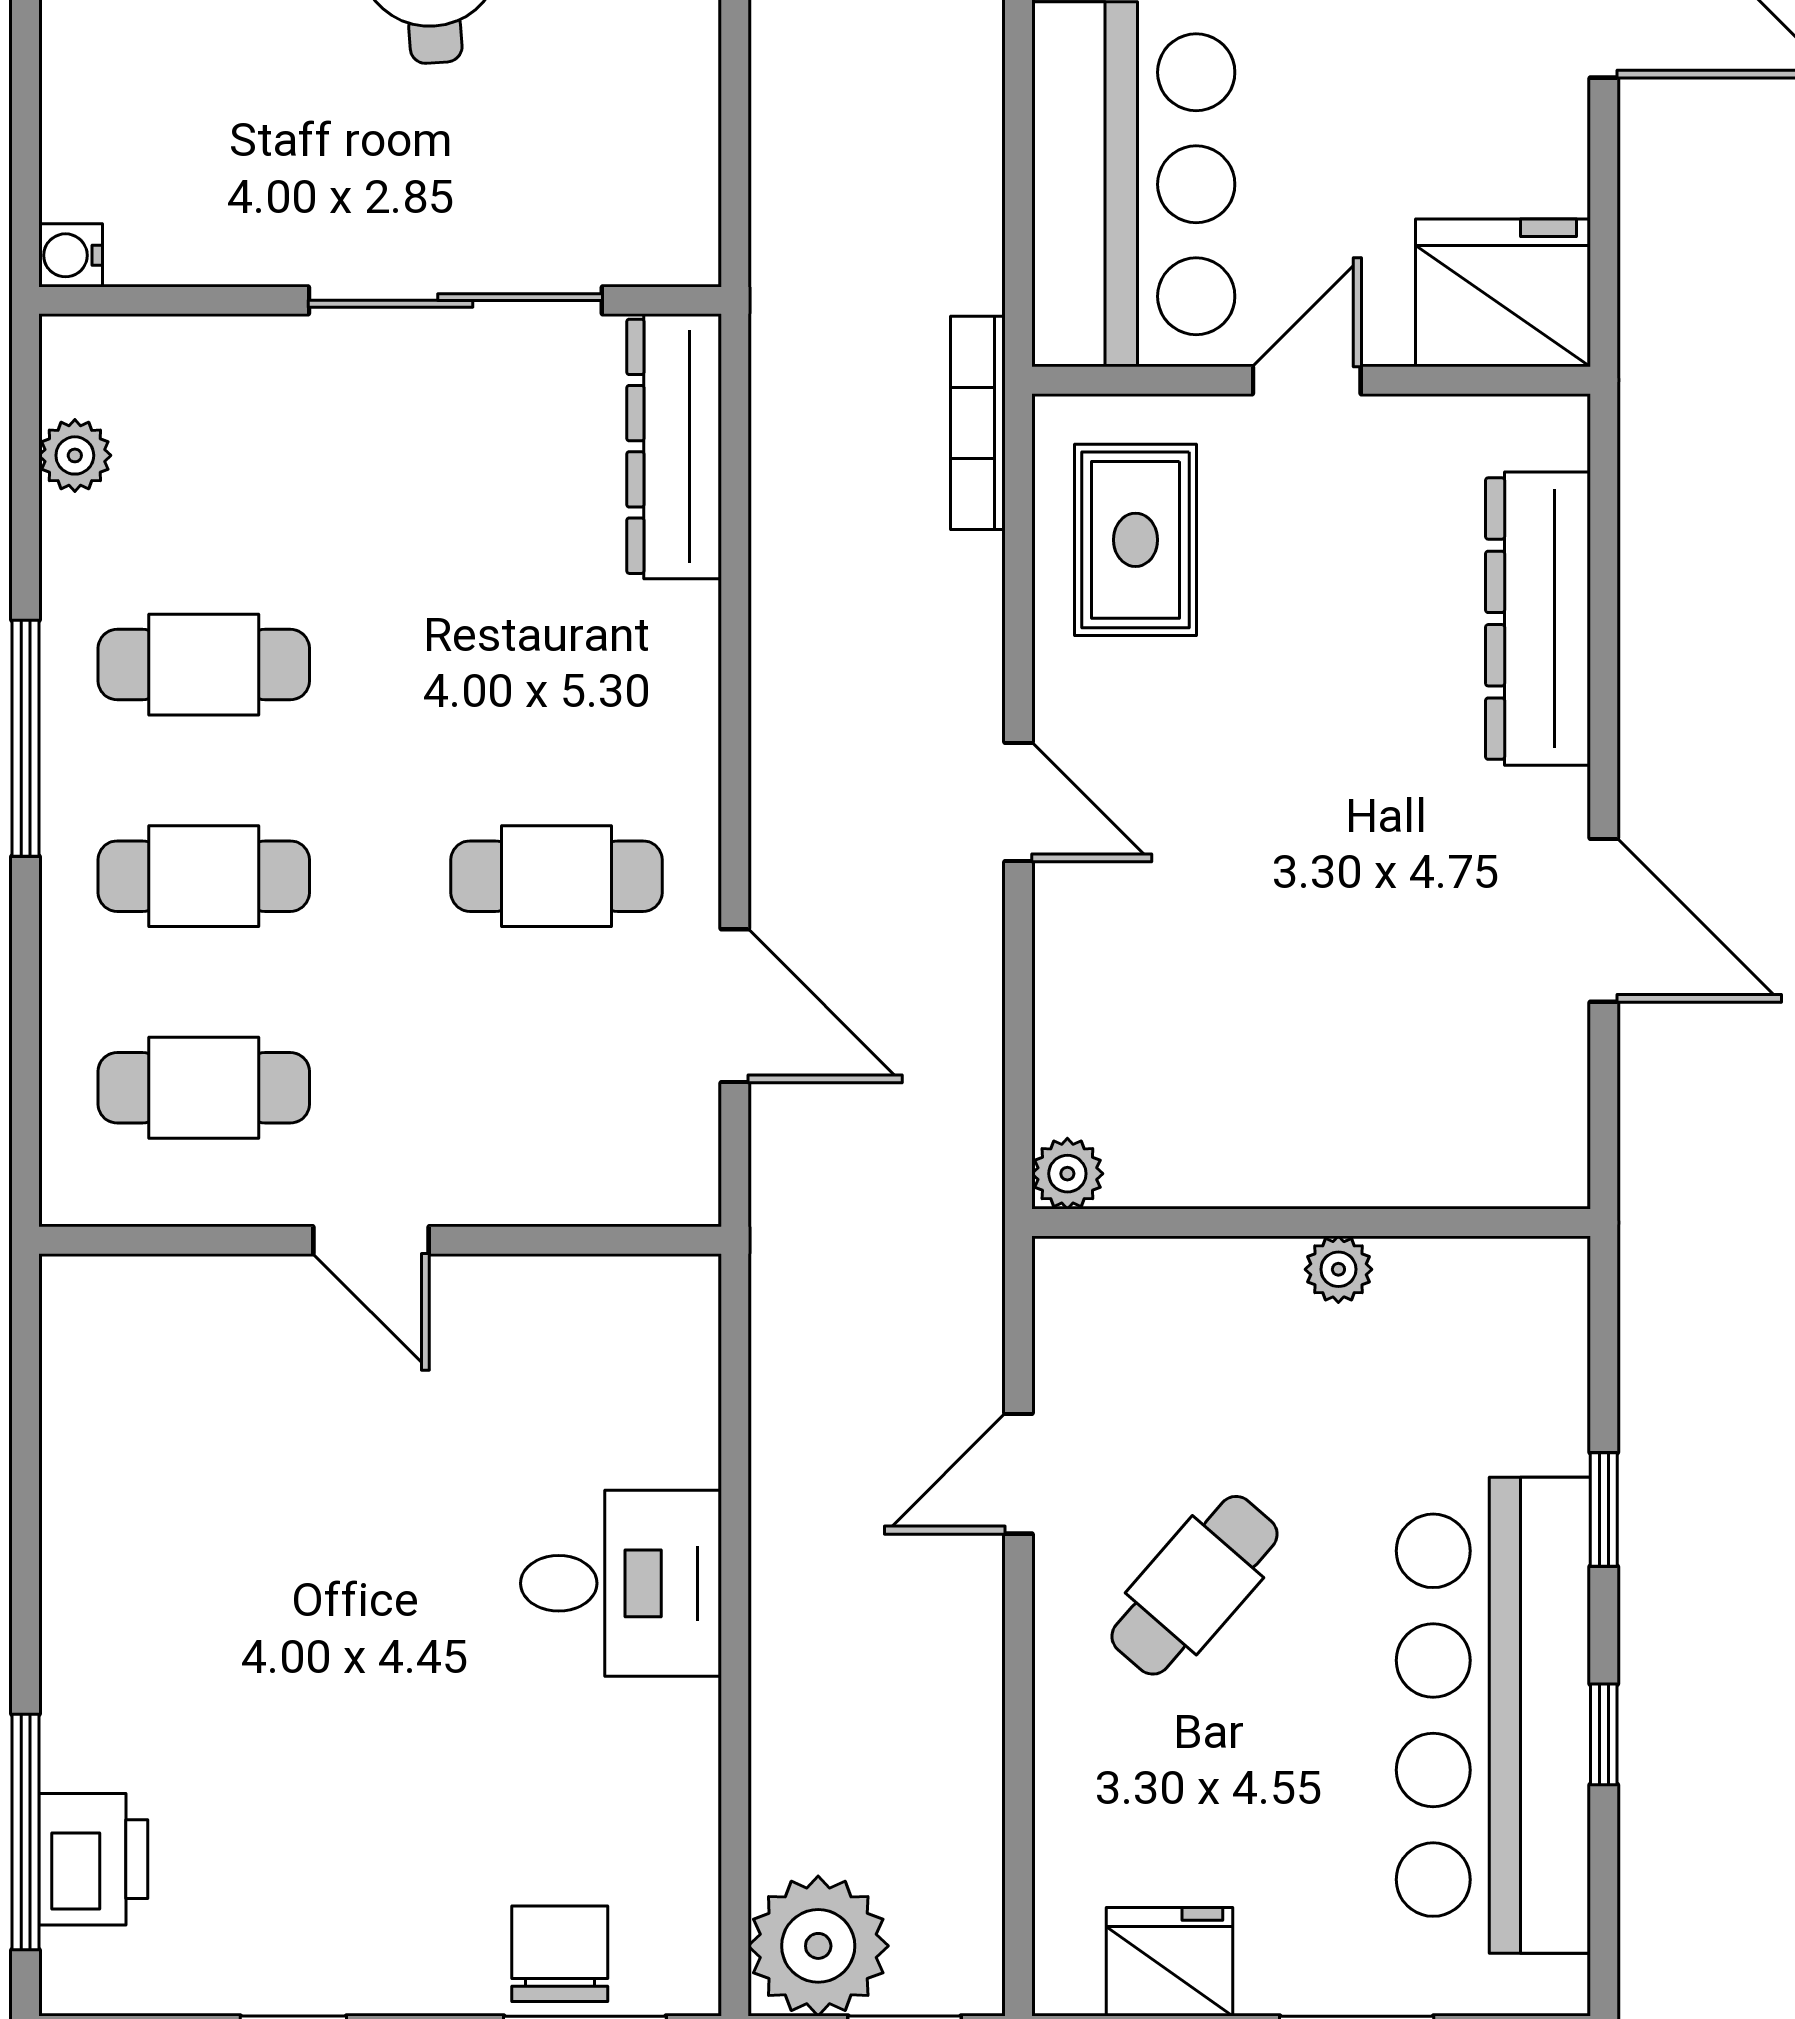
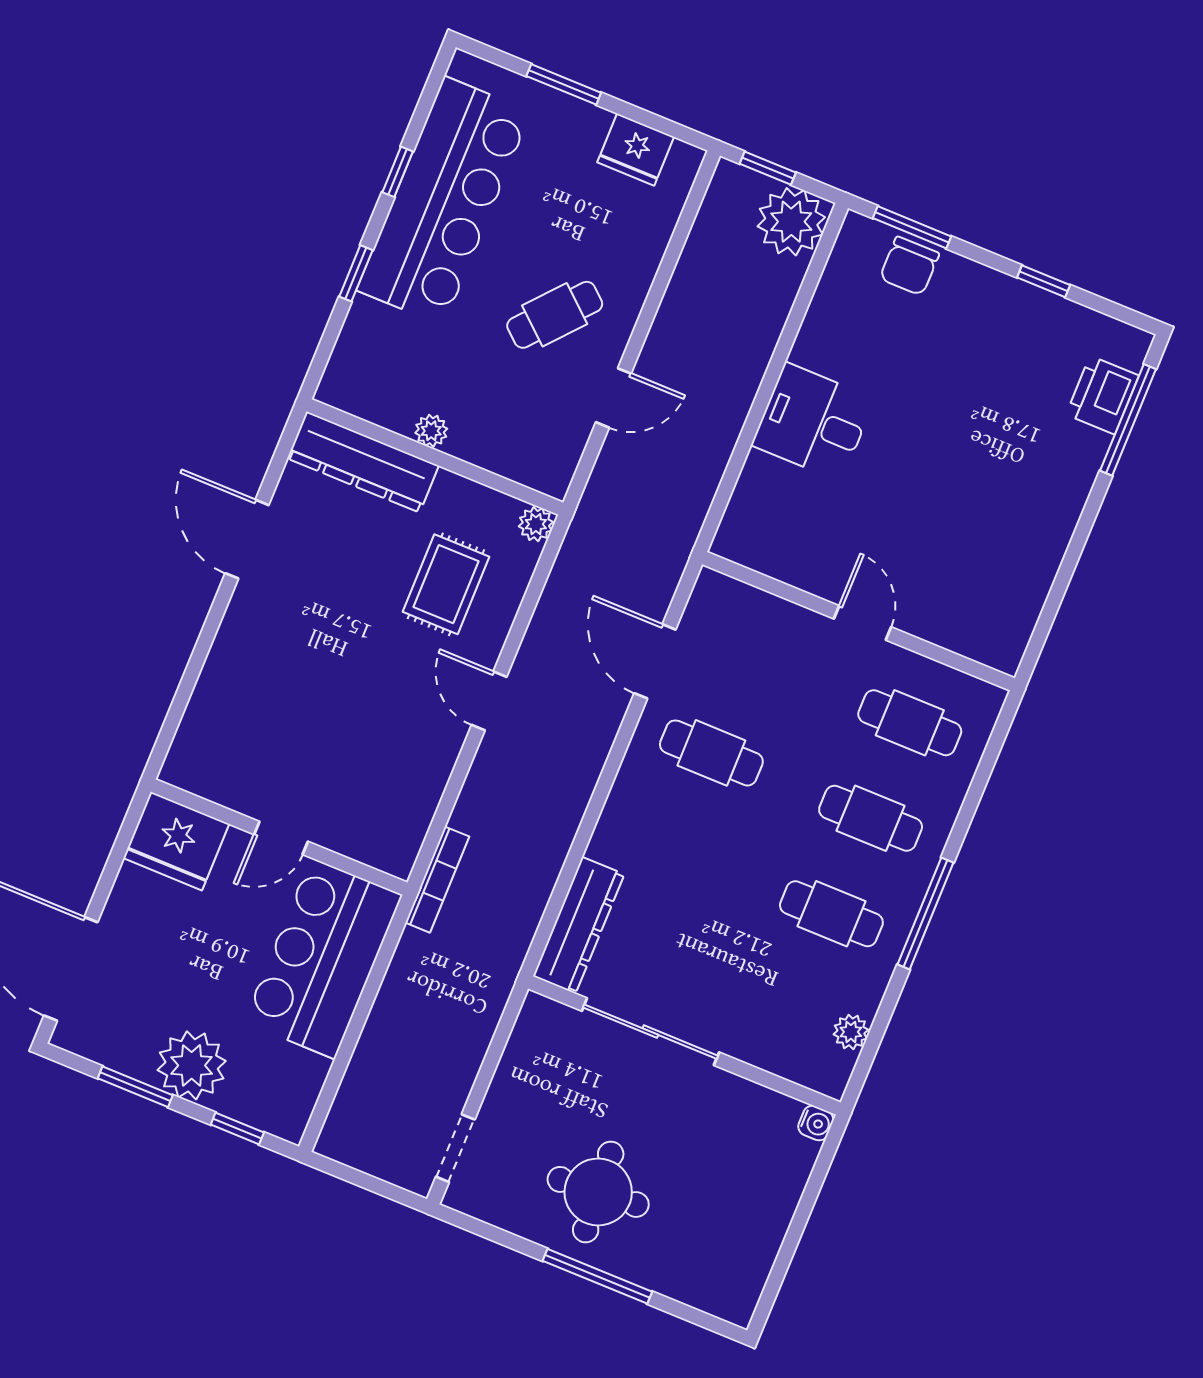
rug: (1136, 540) -> (446, 584), moved
dresser: (1538, 619) -> (363, 462), moved, turned 90

